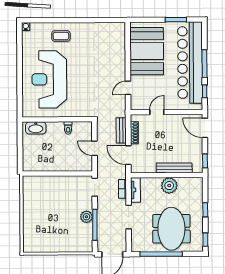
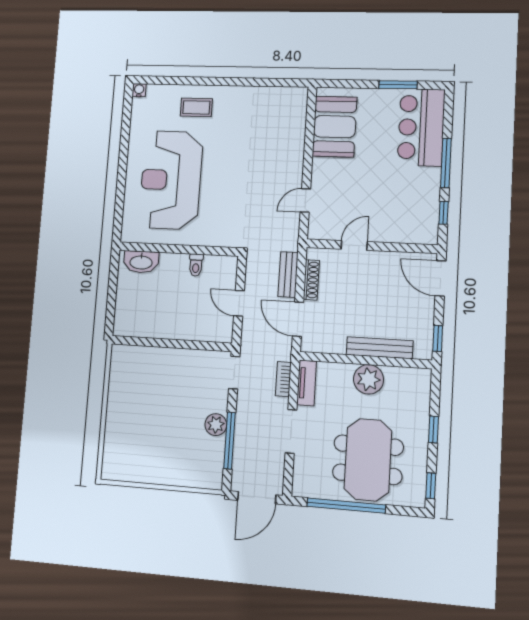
booth: (147, 51) -> (335, 127), width x0.73, depth x0.70
bar counter: (190, 63) -> (421, 127), width x0.54

